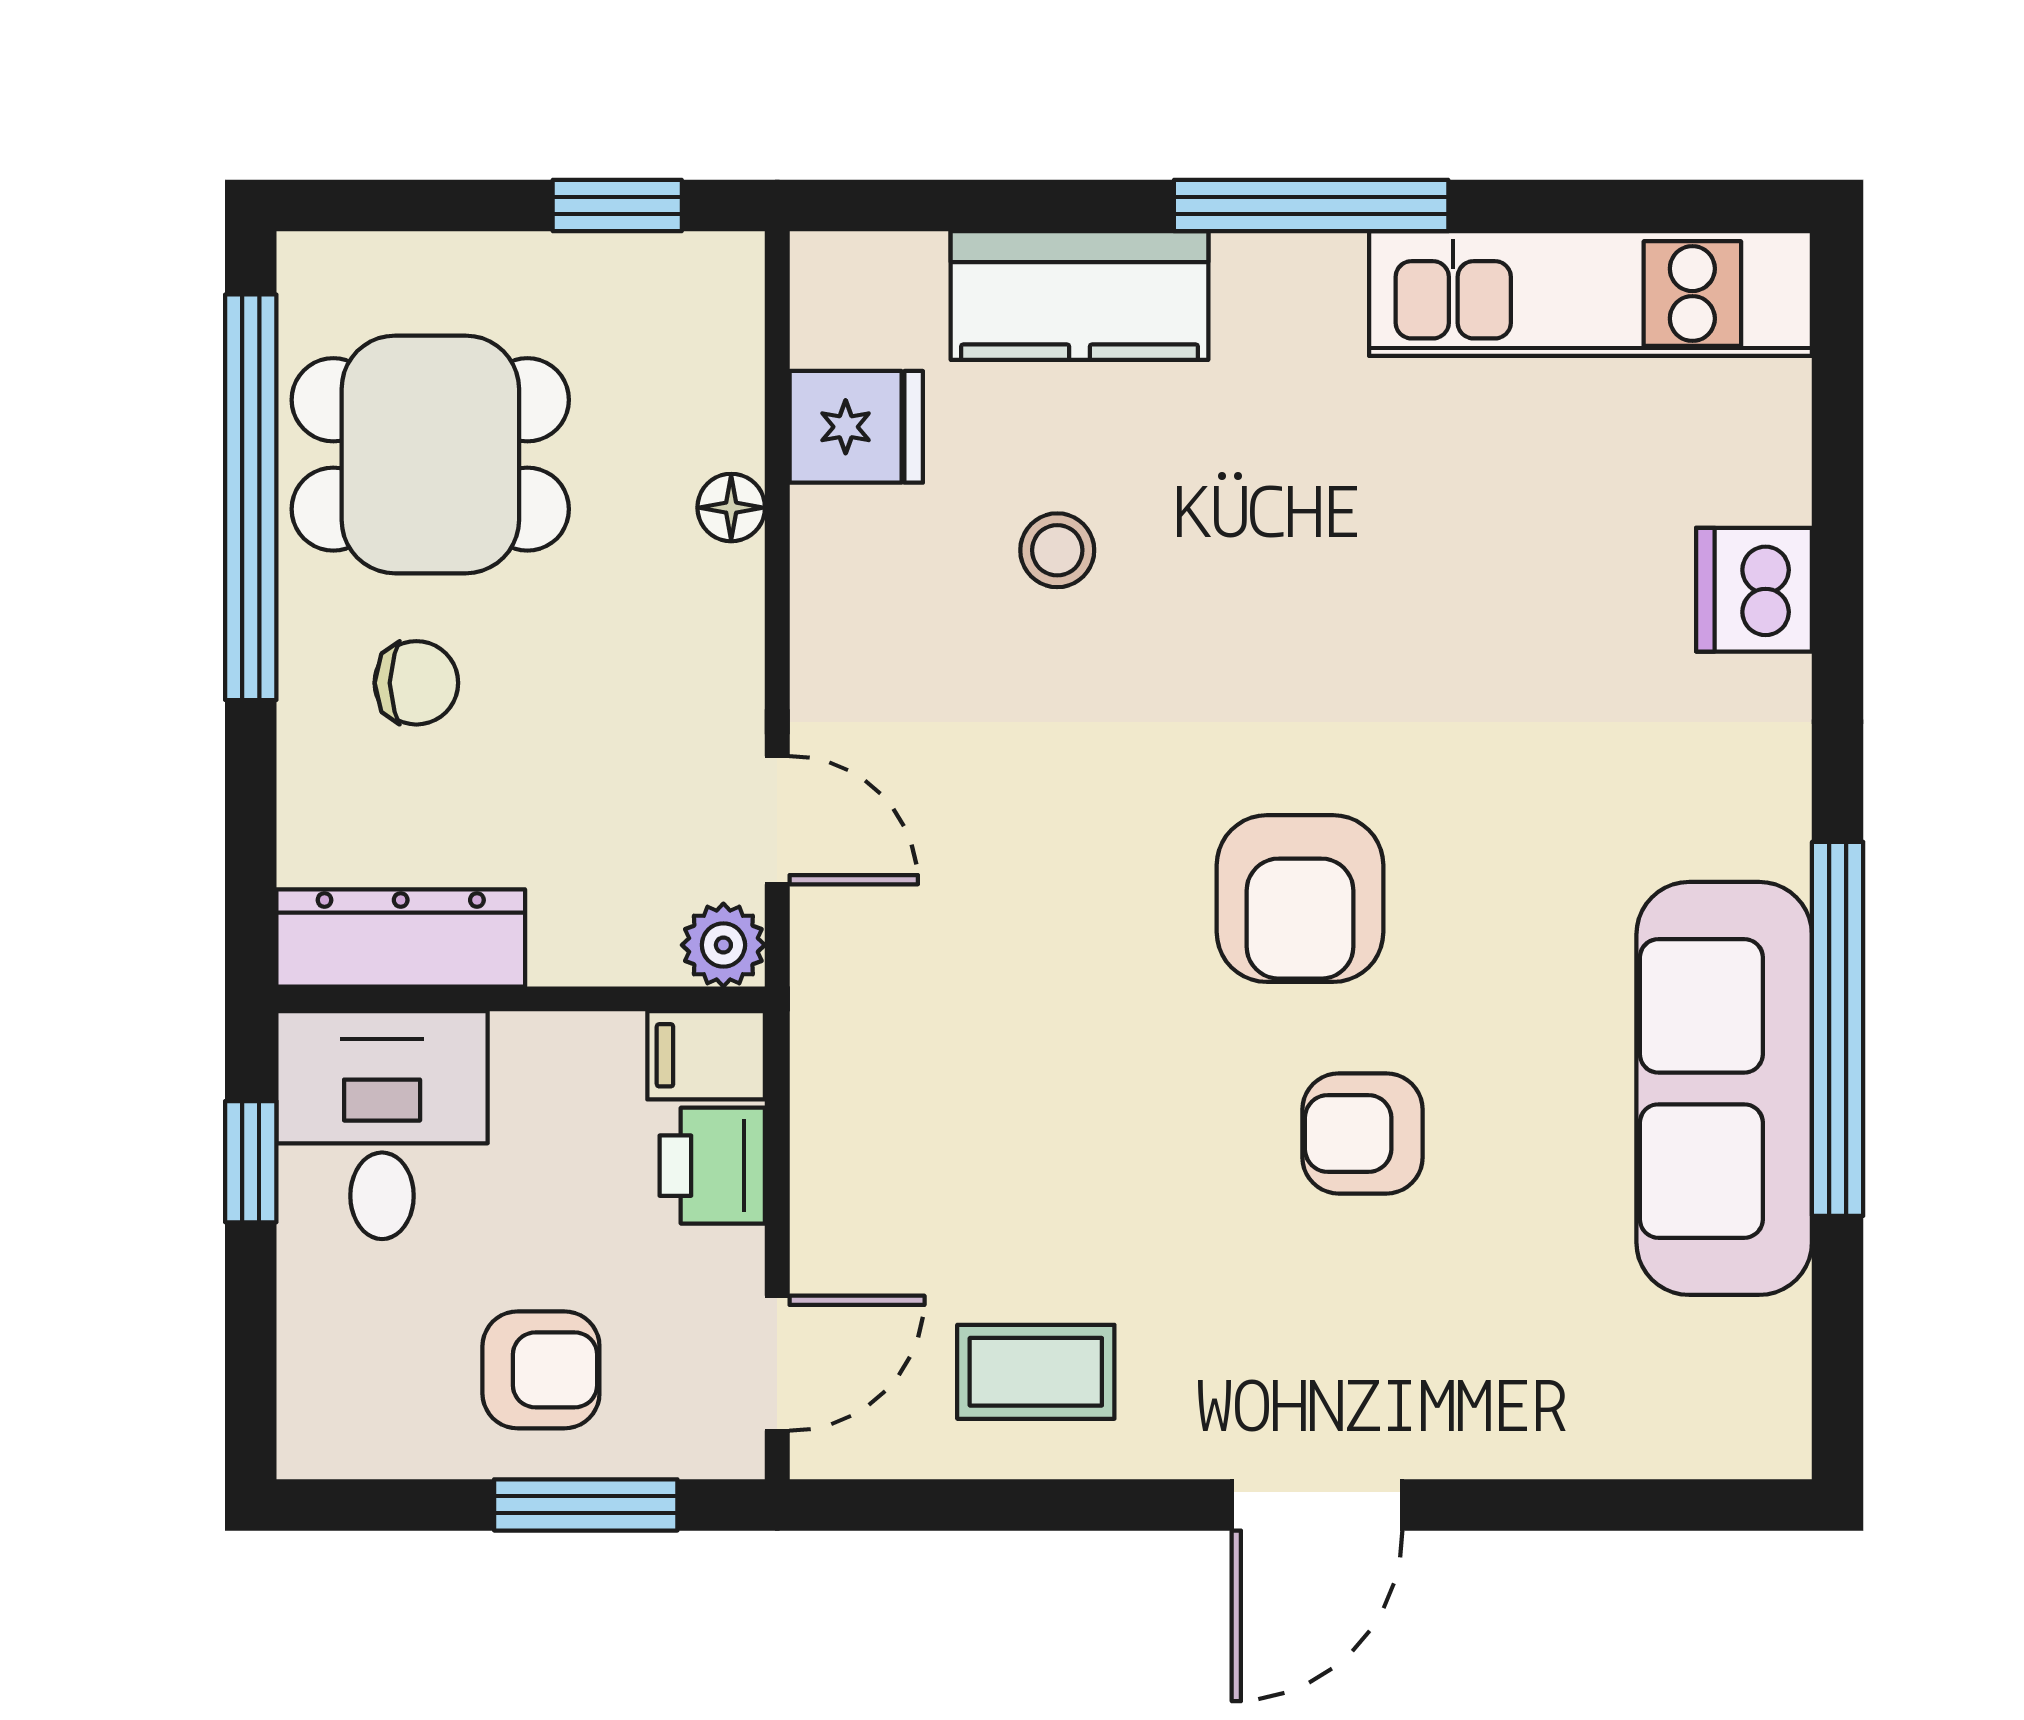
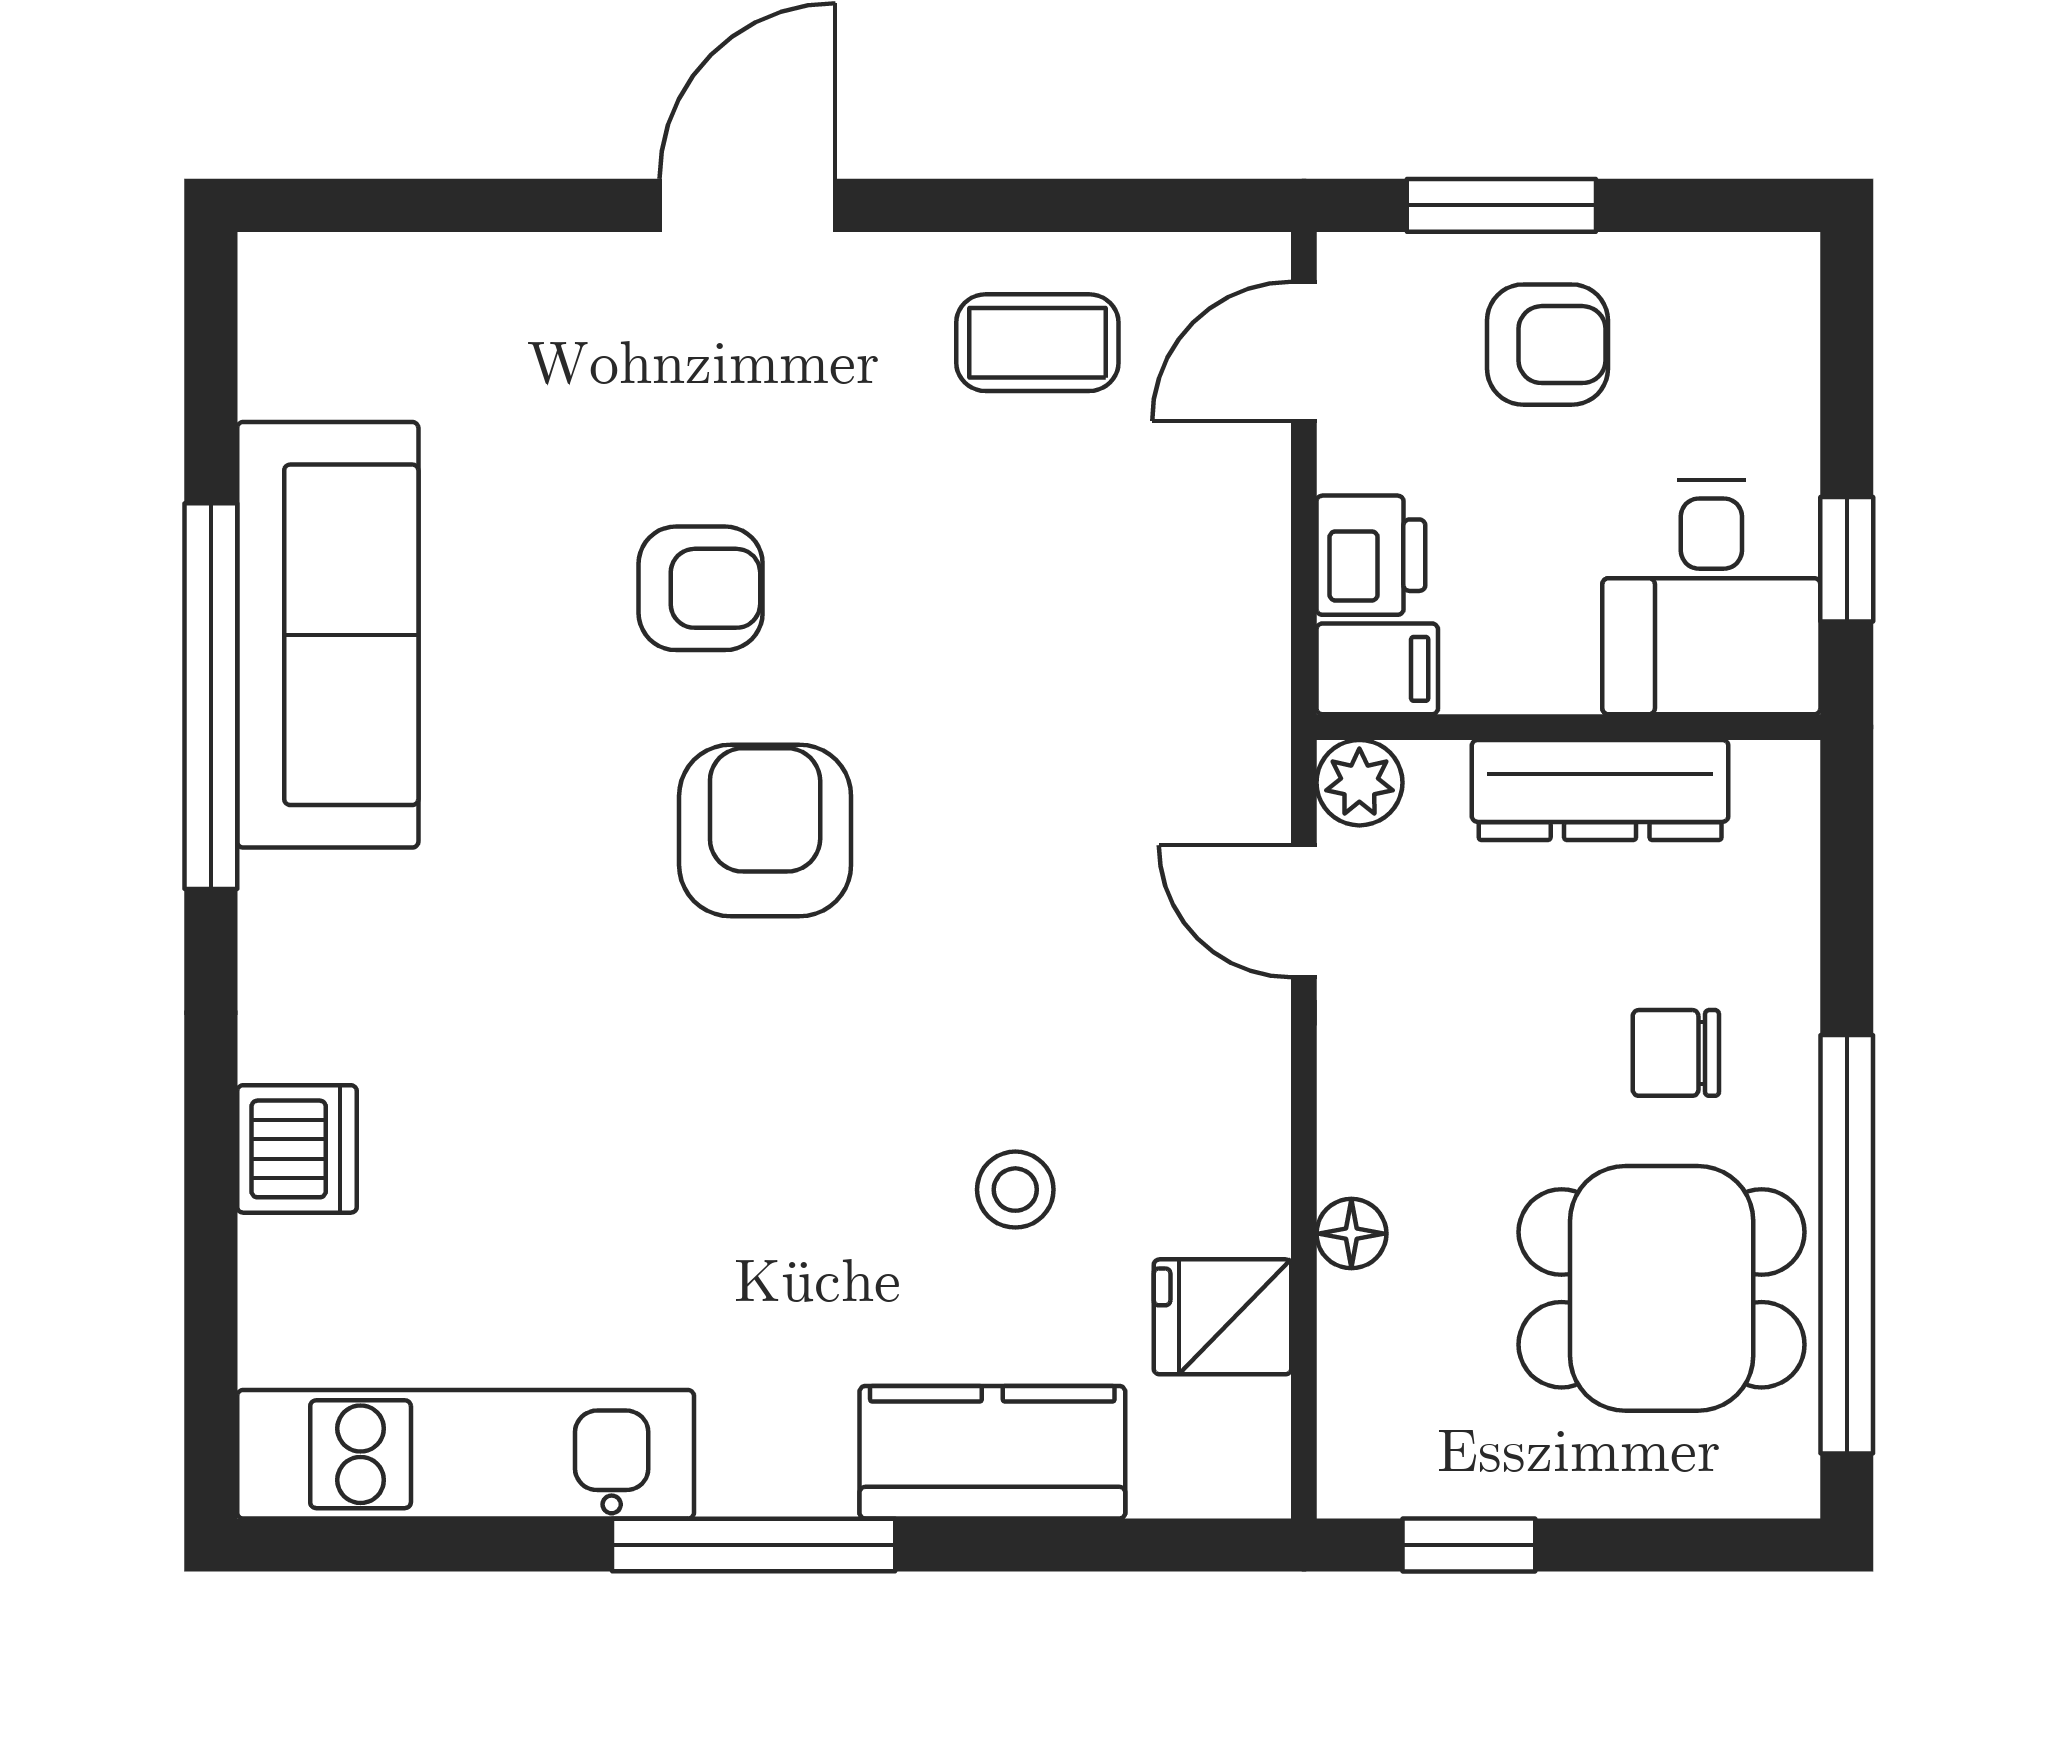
dresser: (401, 938) -> (1600, 790), moved
armchair: (541, 1370) -> (1548, 345), turned 180

